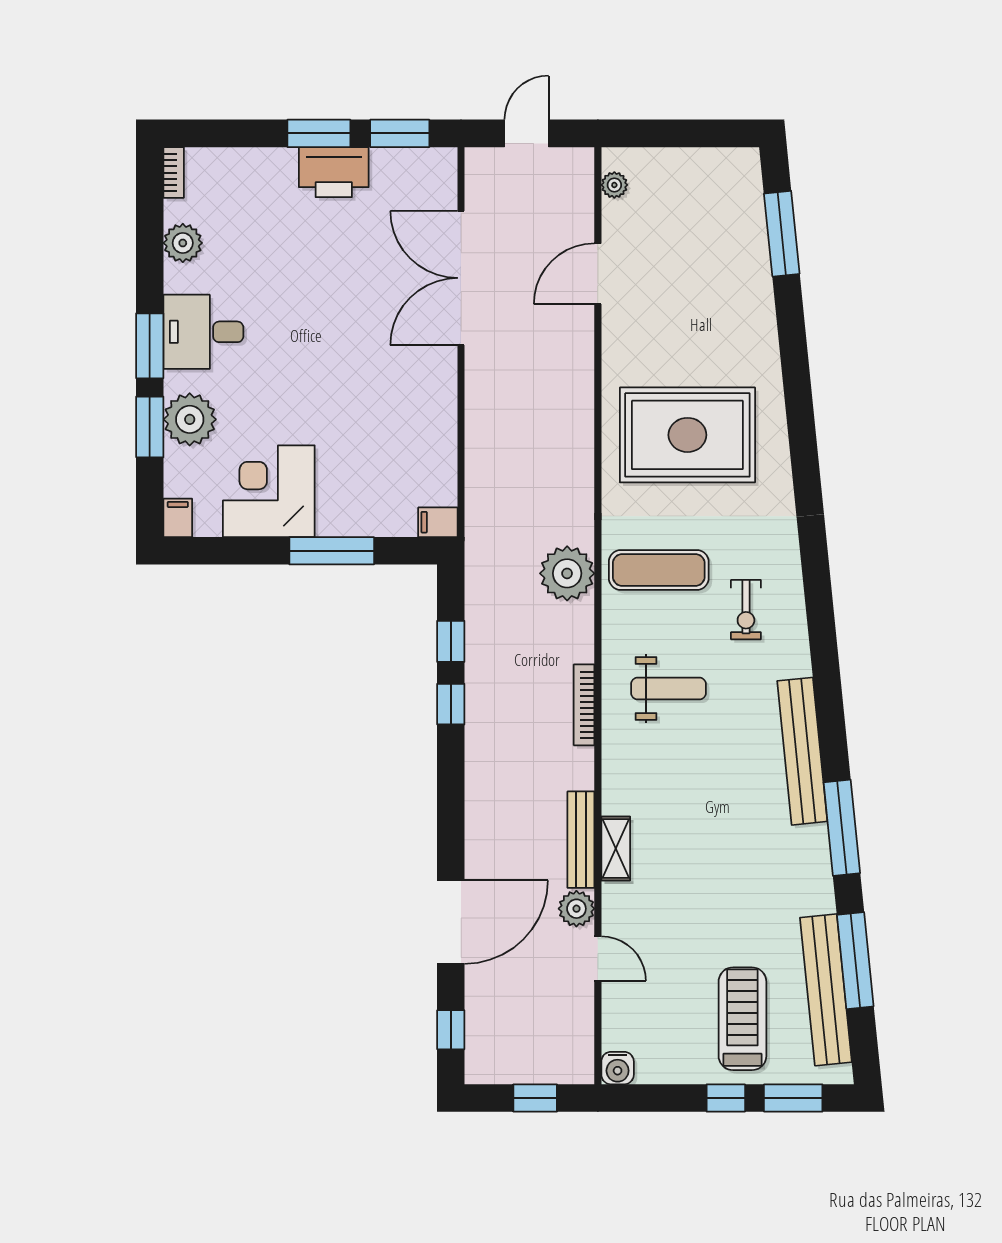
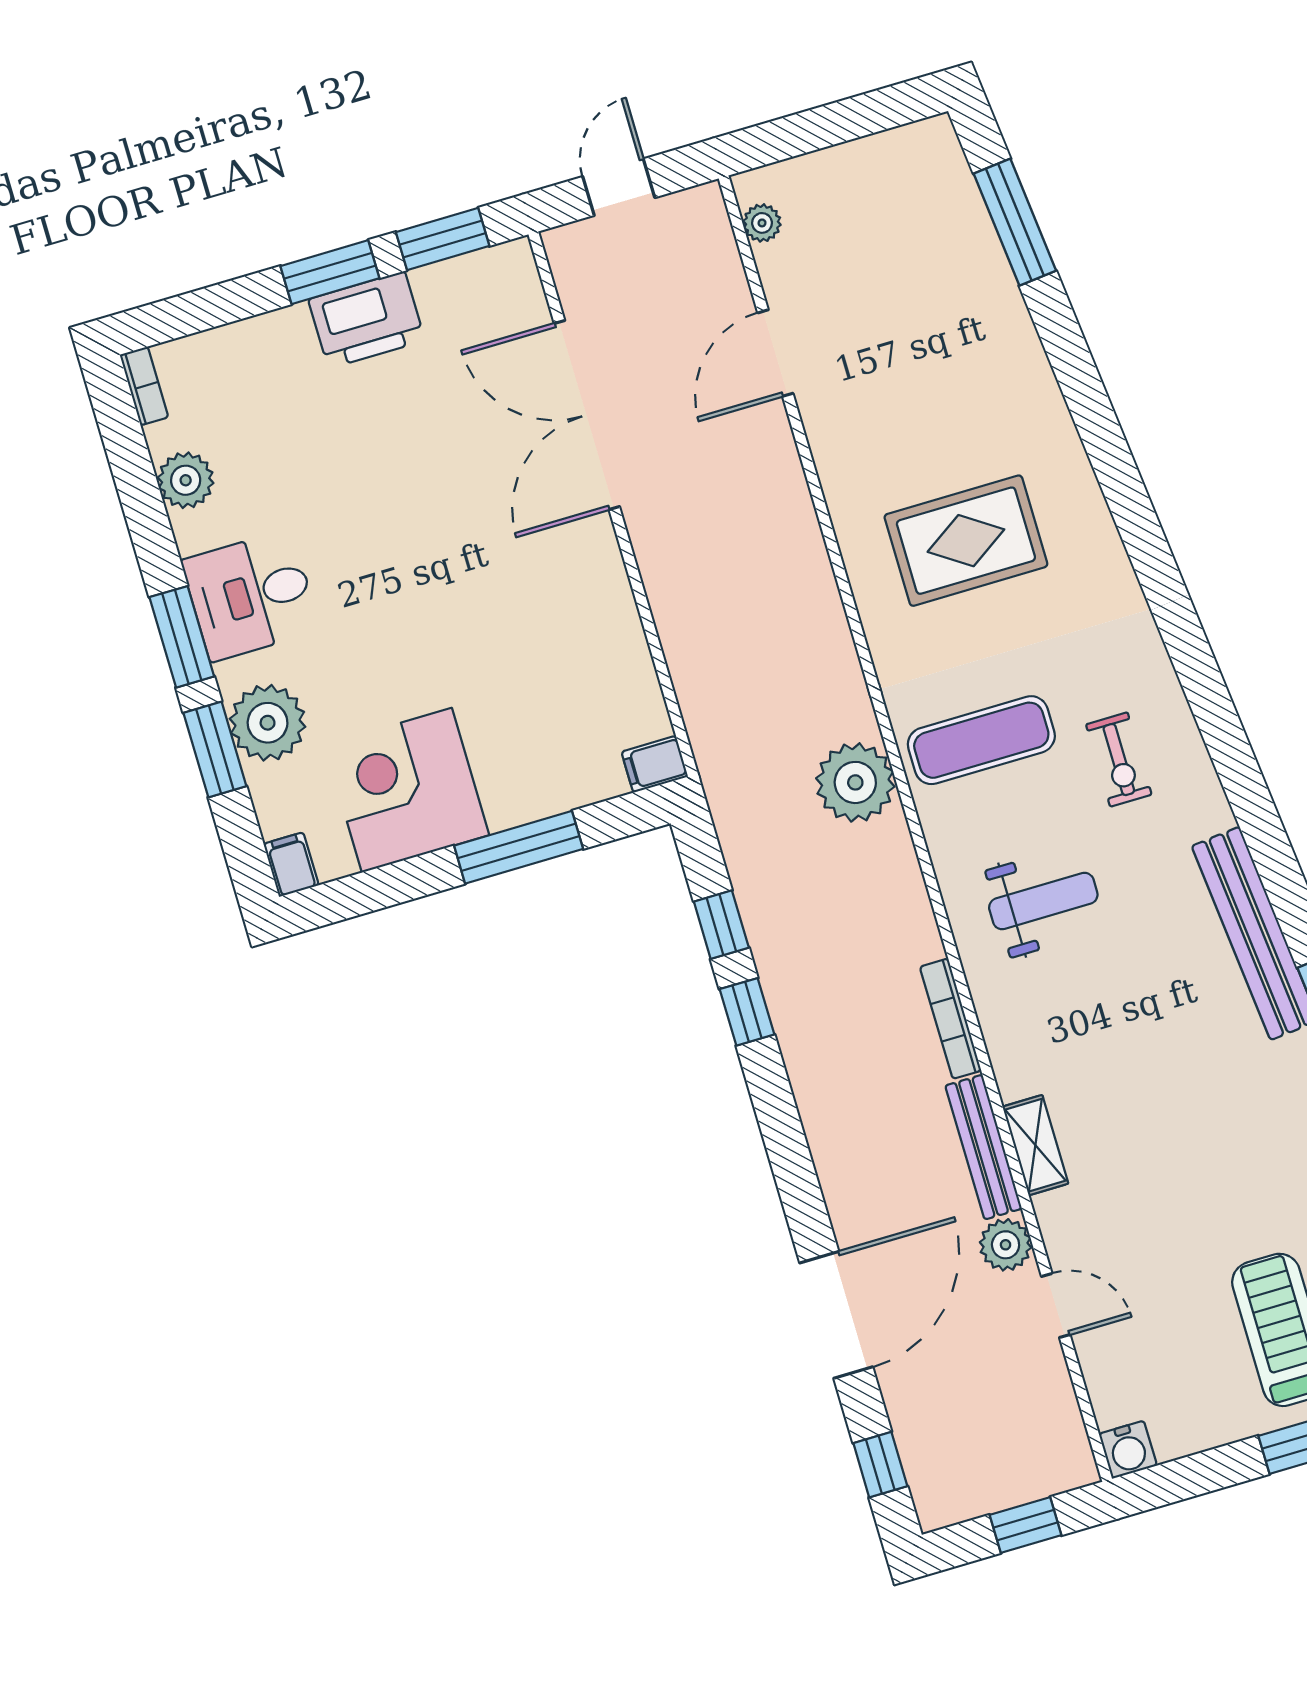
rug: (687, 435) -> (966, 541), width x0.73, depth x0.69
bookcase: (584, 705) -> (950, 1019), moved

